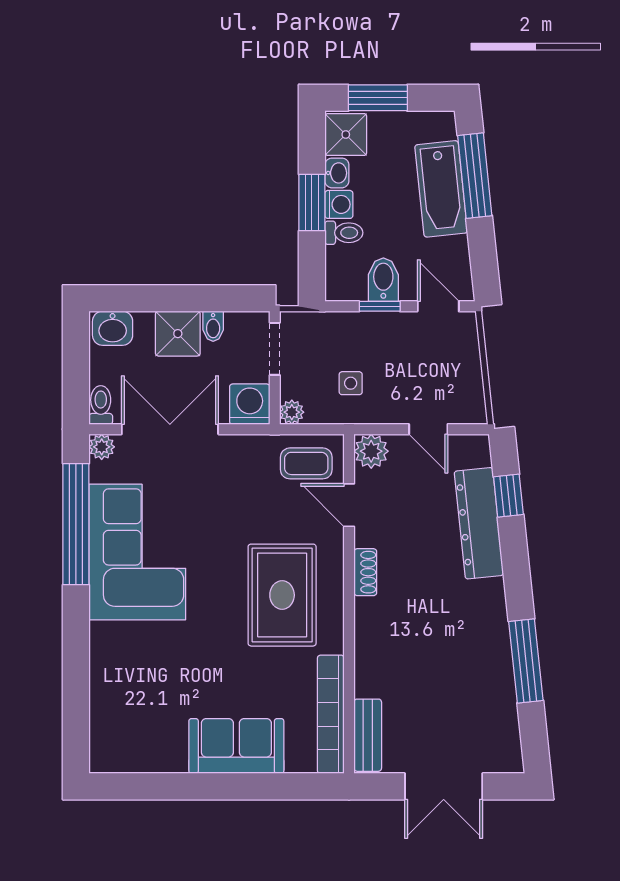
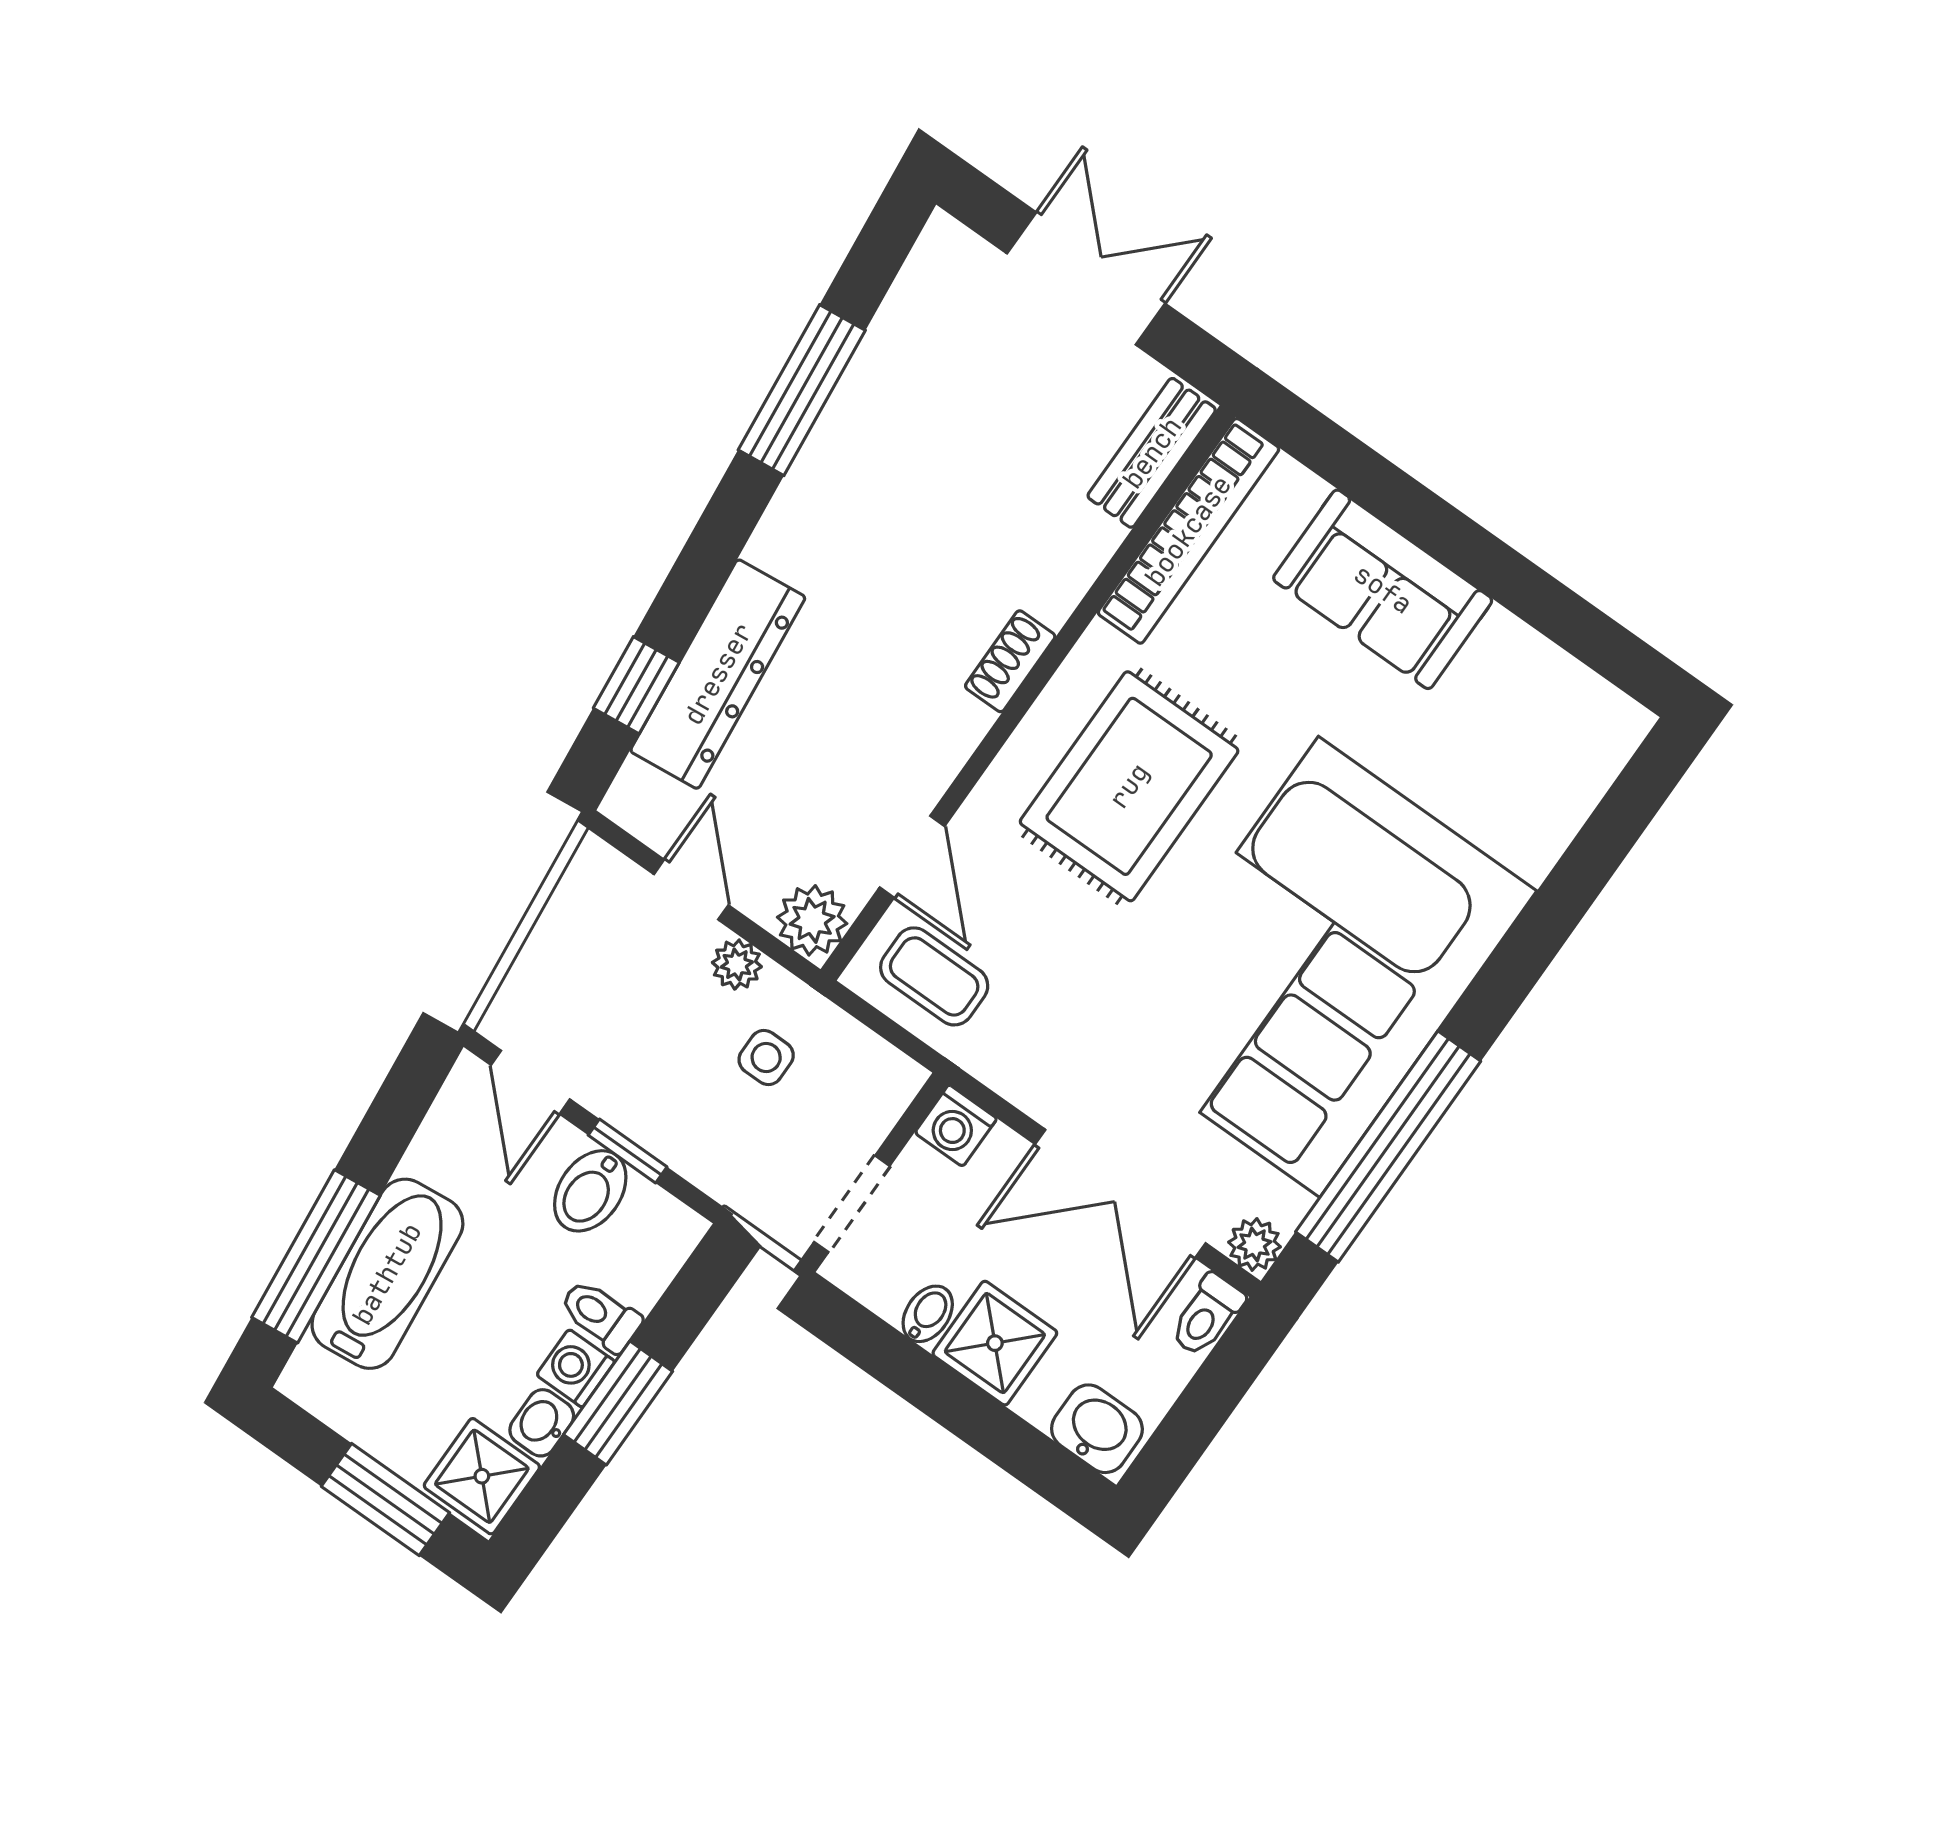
washing machine: (250, 404) -> (956, 1126), width x0.73, depth x0.73
plant: (292, 412) -> (737, 965), moved
corner sofa: (137, 552) -> (1319, 967), width x1.36, depth x1.36
shoe rack: (365, 572) -> (1010, 661), moved

